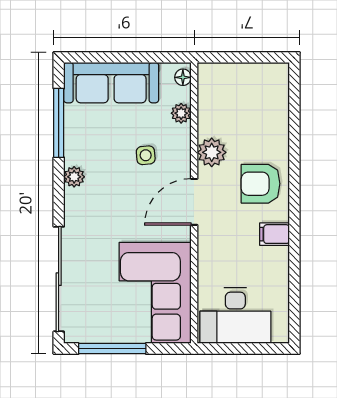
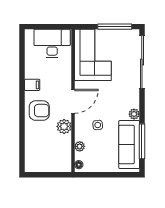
sofa: (111, 83) -> (129, 145), moved, turned -90

